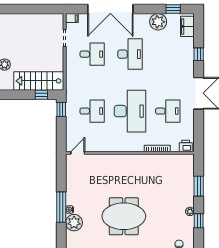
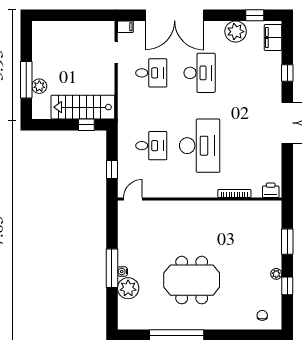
window: (61, 109) -> (112, 169), moved
desk: (168, 111) -> (248, 146), removed

